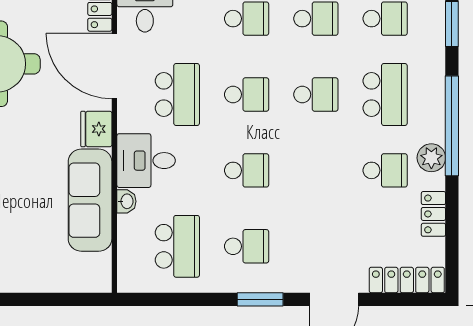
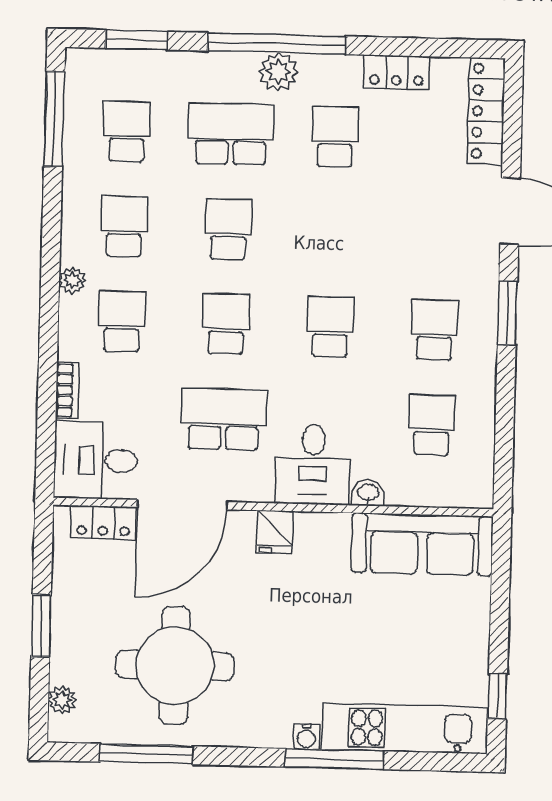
fridge: (96, 129) -> (275, 532), width x0.72
plant: (431, 158) -> (278, 72), moved
sofa: (90, 200) -> (422, 544), moved
school desk: (177, 246) -> (432, 425), width x0.54

